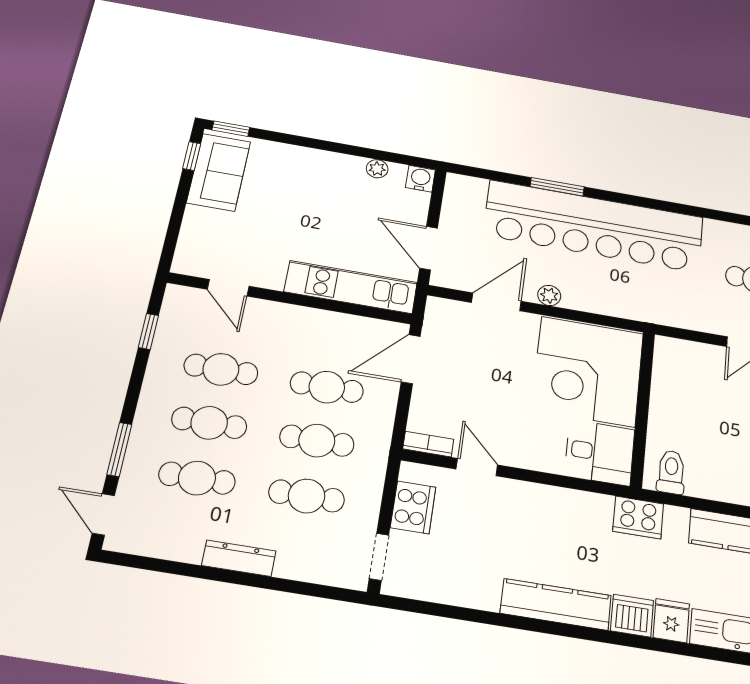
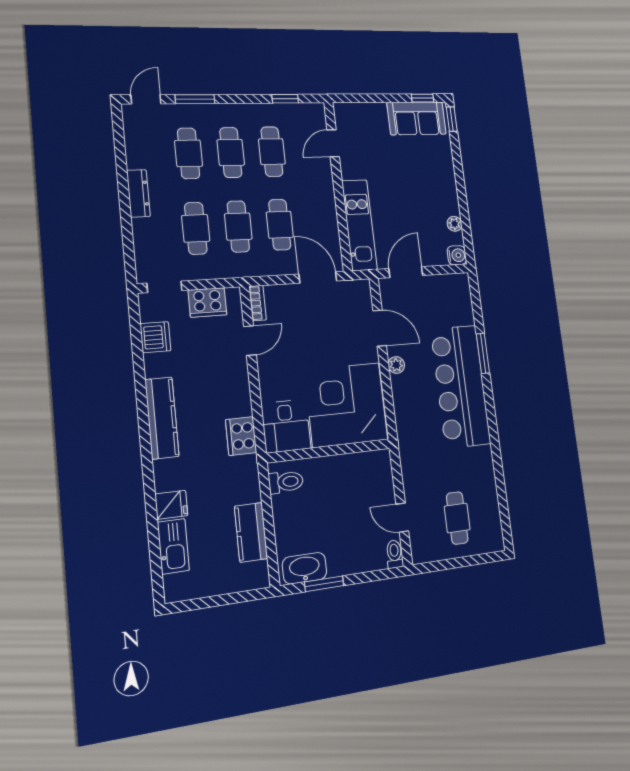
bar counter: (594, 226) -> (461, 386), width x0.73
cooker: (638, 517) -> (241, 436), moved
dishwasher: (632, 616) -> (155, 337), moved

